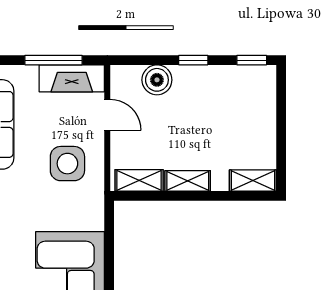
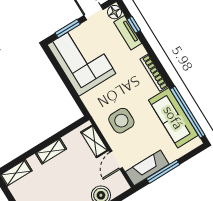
door: (107, 115) -> (116, 160), hinge flipped
shelving: (139, 180) -> (94, 141), moved, turned 90

